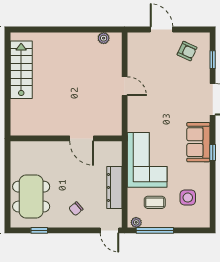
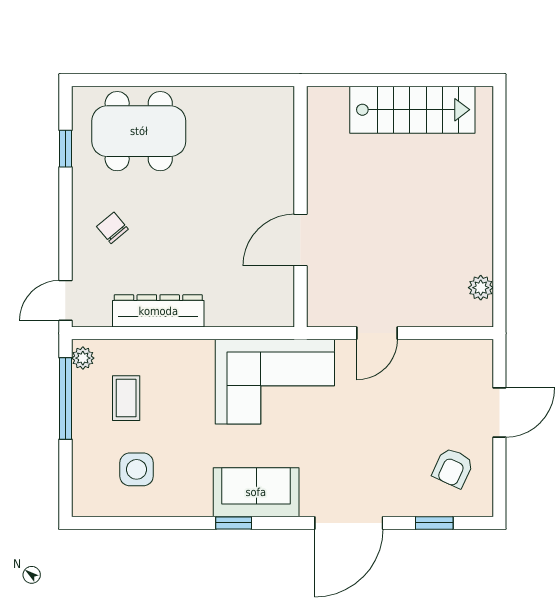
wall: (66, 138) -> (300, 207), moved
door: (82, 138) -> (300, 240), moved
corner sofa: (147, 160) -> (275, 382), moved

